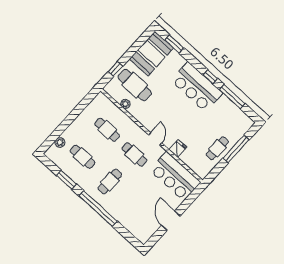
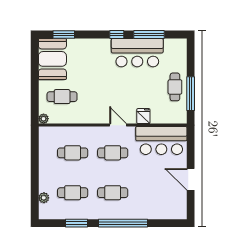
window: (116, 69) -> (35, 98), removed
cafe table: (135, 85) -> (62, 97), width x0.73, depth x0.74
bar counter: (197, 87) -> (137, 53), moved
plant: (125, 104) -> (44, 119), moved
window: (236, 149) -> (191, 94), moved
cafe table: (110, 182) -> (113, 193), turned 90

